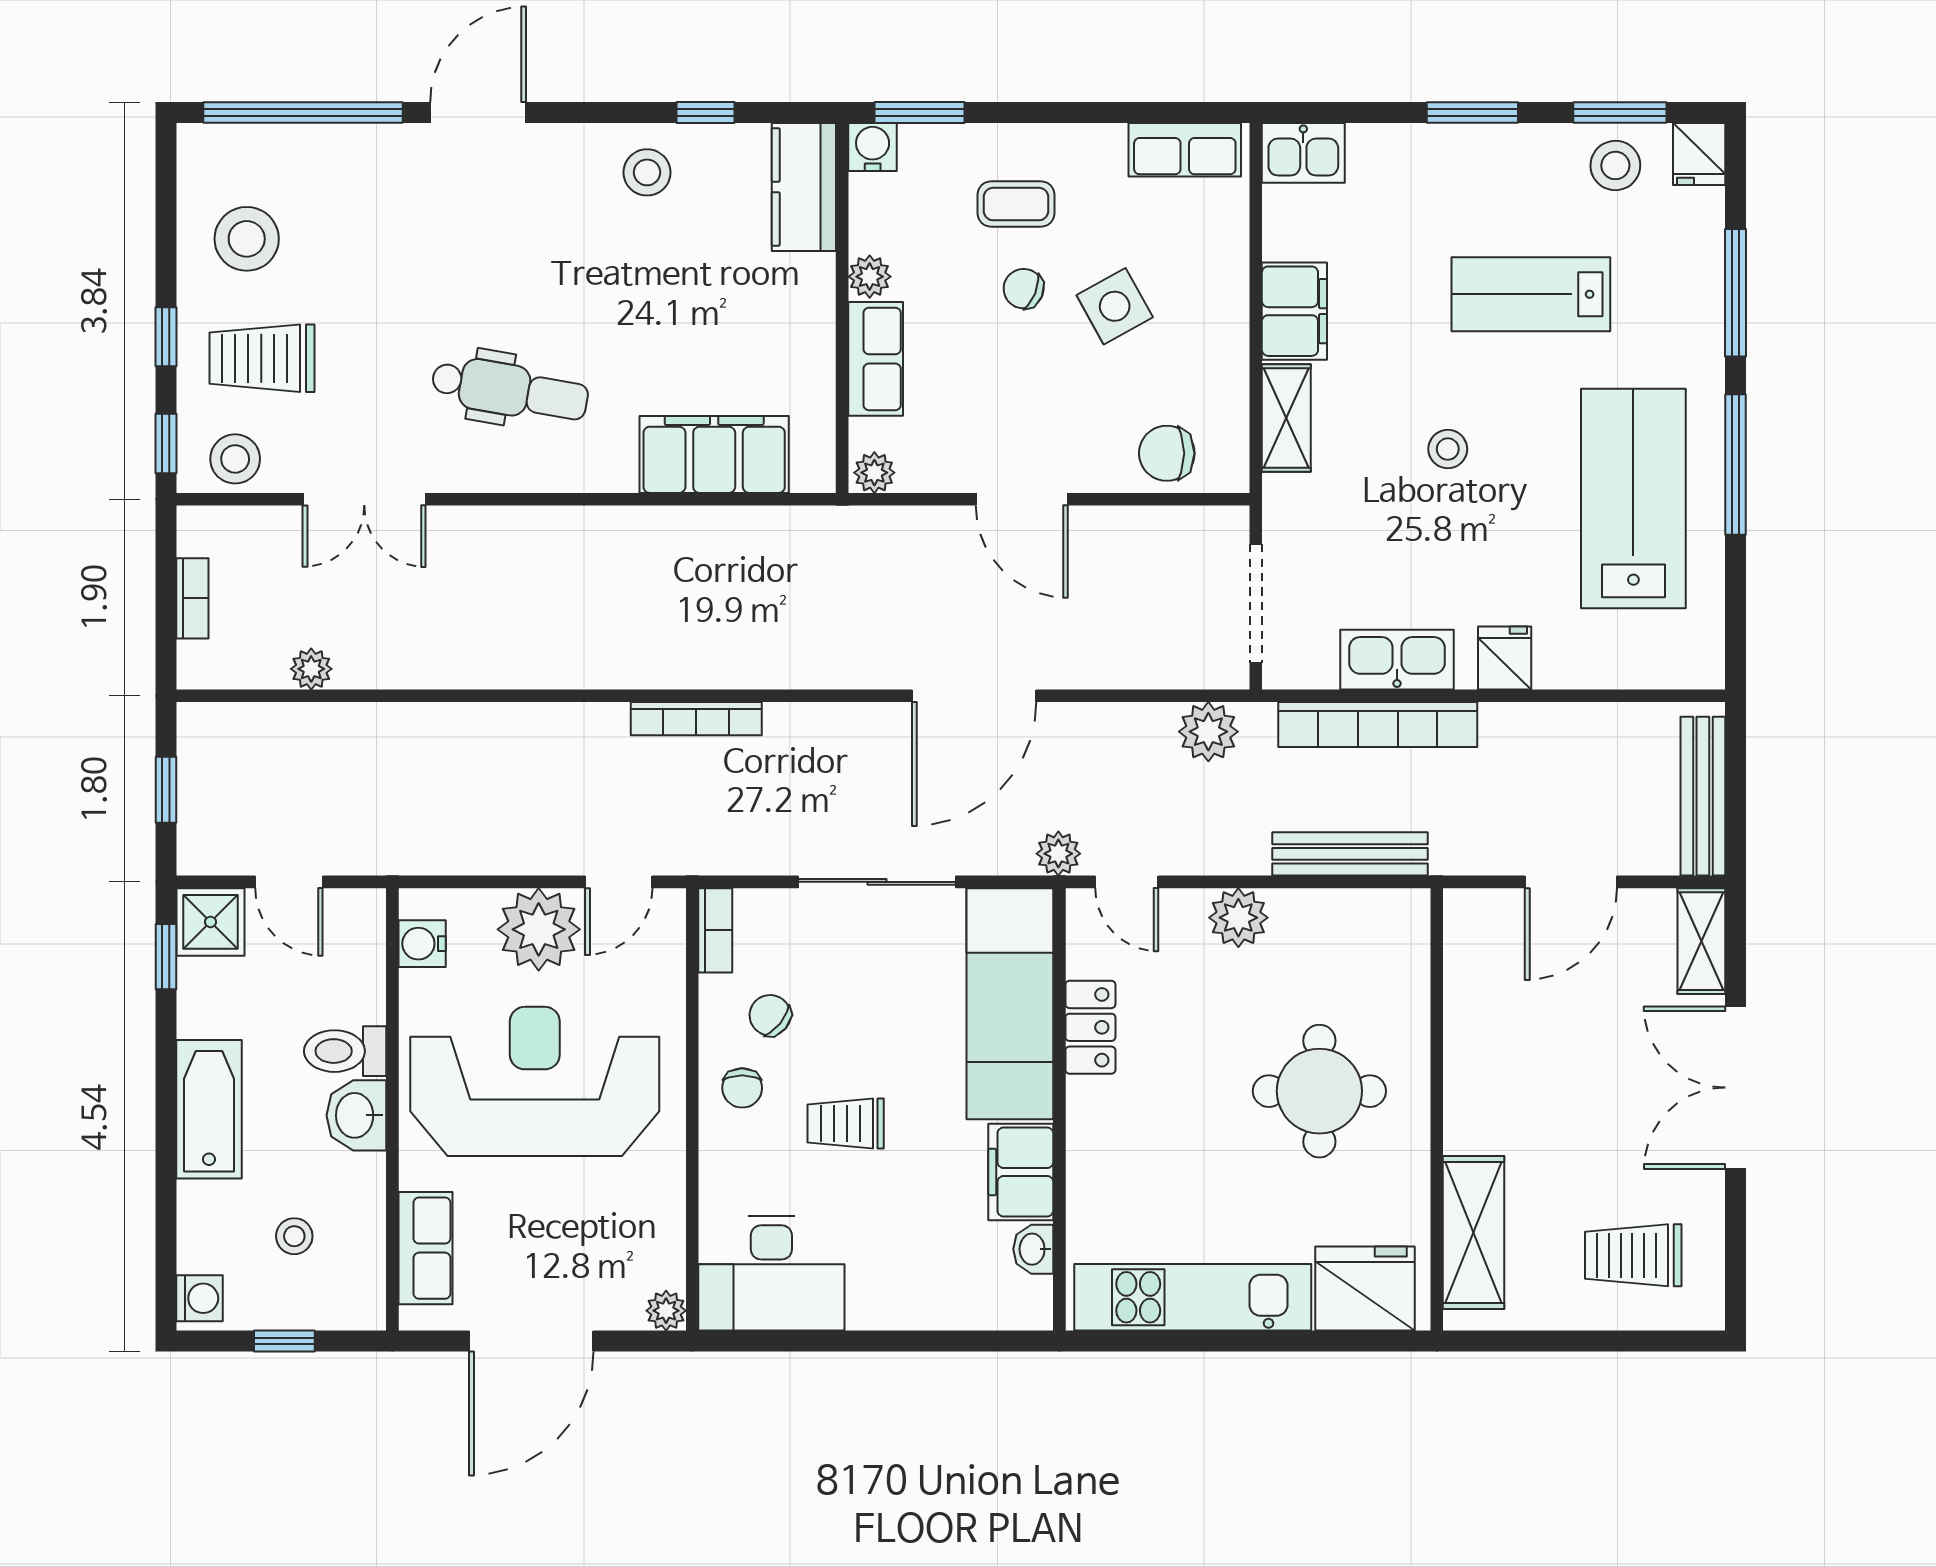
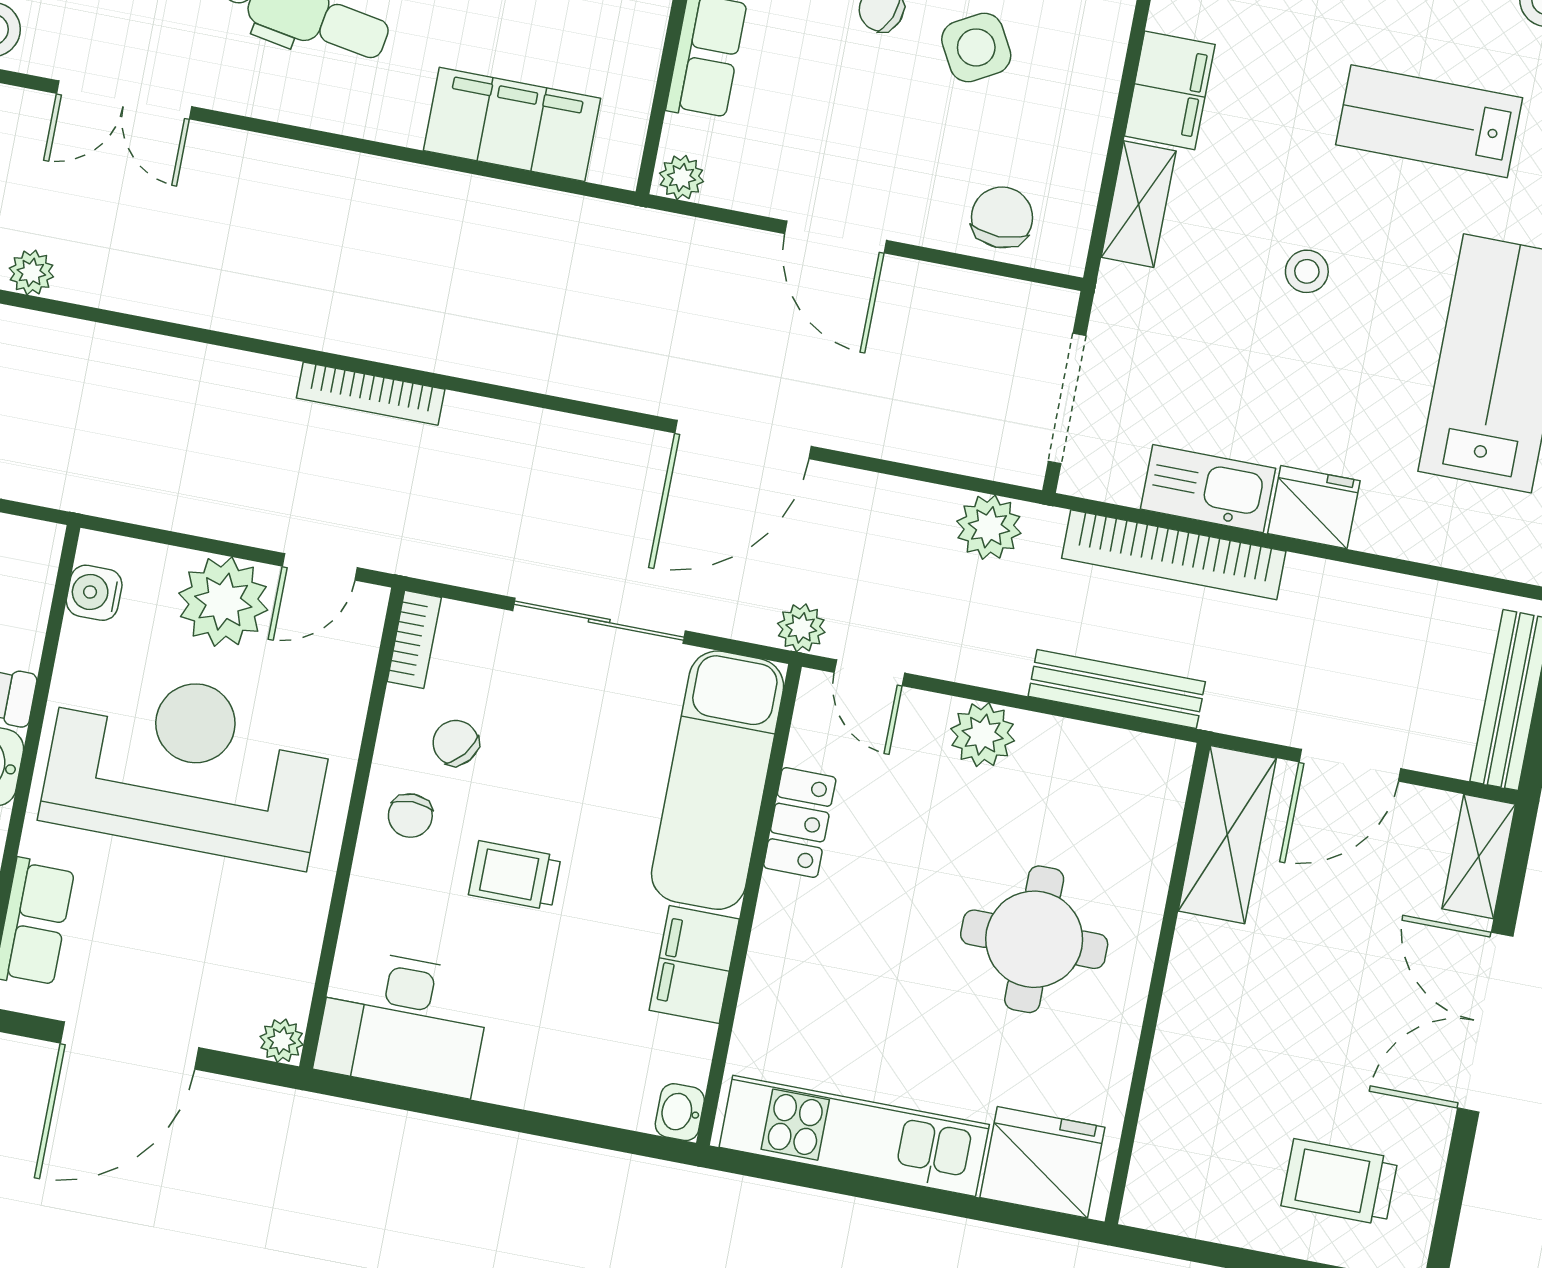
chair: (1167, 453) -> (1002, 217), turned 90
fridge: (1505, 658) -> (1314, 507), width x1.38
bookcase: (696, 719) -> (371, 394), moved
shelving: (1474, 1232) -> (1227, 835), moved
washbasin: (1033, 1249) -> (680, 1112), moved

